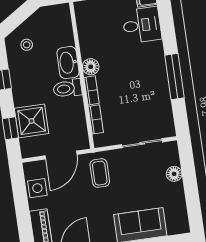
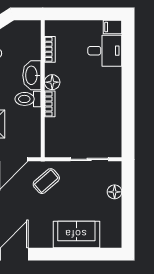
window: (175, 77) -> (128, 102), removed
bookcase: (96, 119) -> (50, 49), moved
coffee table: (100, 173) -> (46, 181), turned 49

